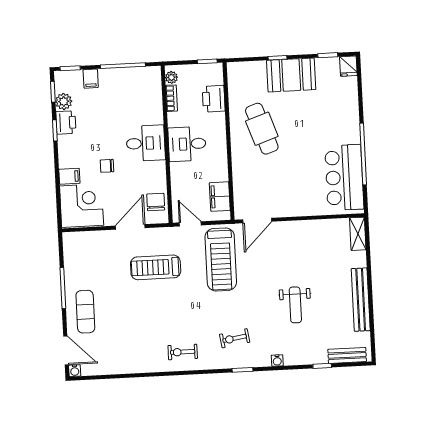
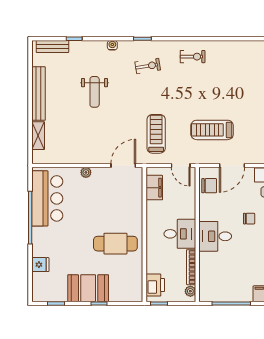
fridge: (348, 66) -> (40, 265), moved, turned 90
bookcase: (172, 98) -> (191, 267), width x1.56
printer: (214, 99) -> (155, 285), moved
cafe table: (262, 129) -> (115, 244), turned -71
chair: (156, 202) -> (209, 186), turned -90
plant: (301, 210) -> (86, 172), added
shelving: (358, 234) -> (38, 136), moved
treadmill: (221, 259) -> (156, 134), width x0.73, depth x0.73
treadmill: (156, 267) -> (212, 130), turned 180
weight bench: (295, 305) -> (95, 92), turned 180

